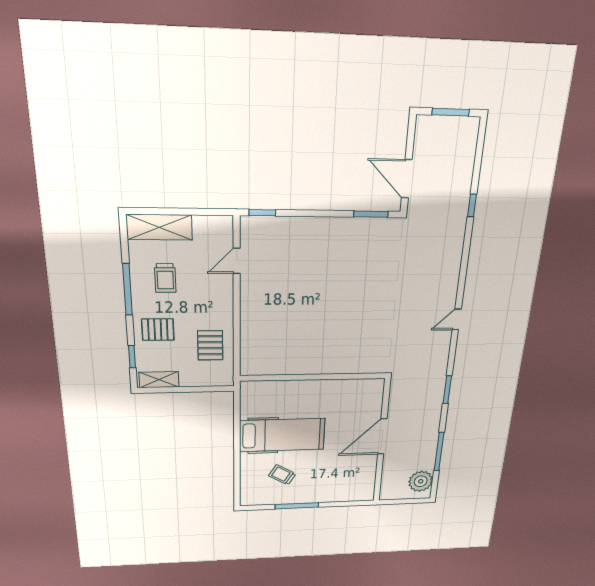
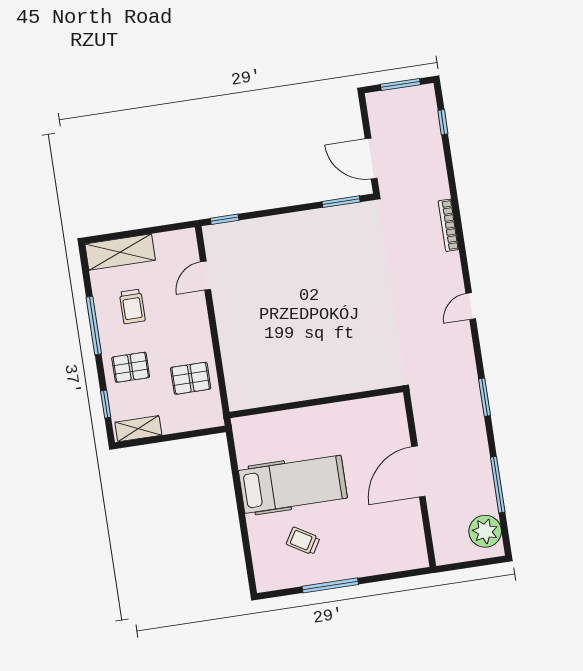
window: (472, 205) -> (443, 122), moved
bookcase: (458, 250) -> (448, 225), added
pallet: (210, 345) -> (191, 378), turned 90

